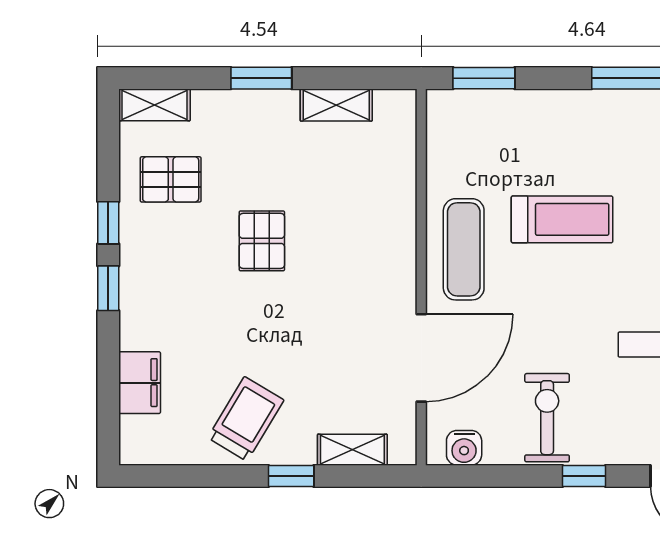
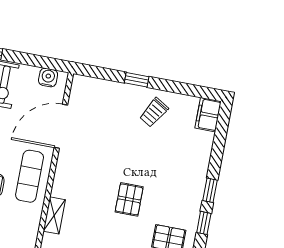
filing cabinet: (140, 383) -> (208, 115), moved
trolley: (246, 419) -> (154, 112), width x0.73, depth x0.72
shelving: (352, 450) -> (54, 215), moved, turned 90

